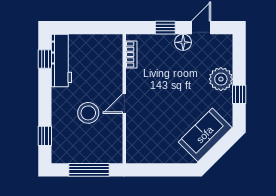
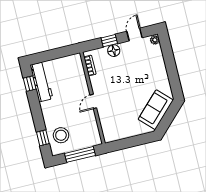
floor lamp: (183, 42) -> (114, 51), moved
plant: (221, 79) -> (155, 40), moved, width x0.53, depth x0.53
window: (239, 94) -> (173, 75), removed
stool: (88, 113) -> (61, 135), moved

